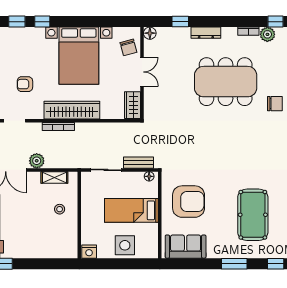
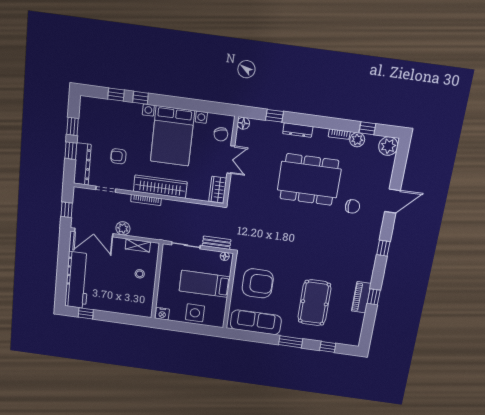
sofa: (186, 247) -> (256, 322), width x1.36

